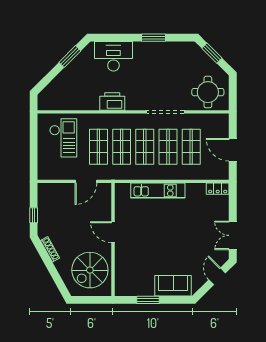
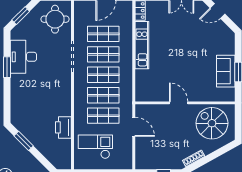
desk: (113, 56) -> (23, 57), moved
printer: (112, 102) -> (63, 127), moved
kitchen unit: (158, 191) -> (142, 45), moved
door: (113, 232) -> (179, 103), swing flipped
spiral stairs: (90, 270) -> (212, 123), turned 180
sofa: (173, 286) -> (226, 71), moved

